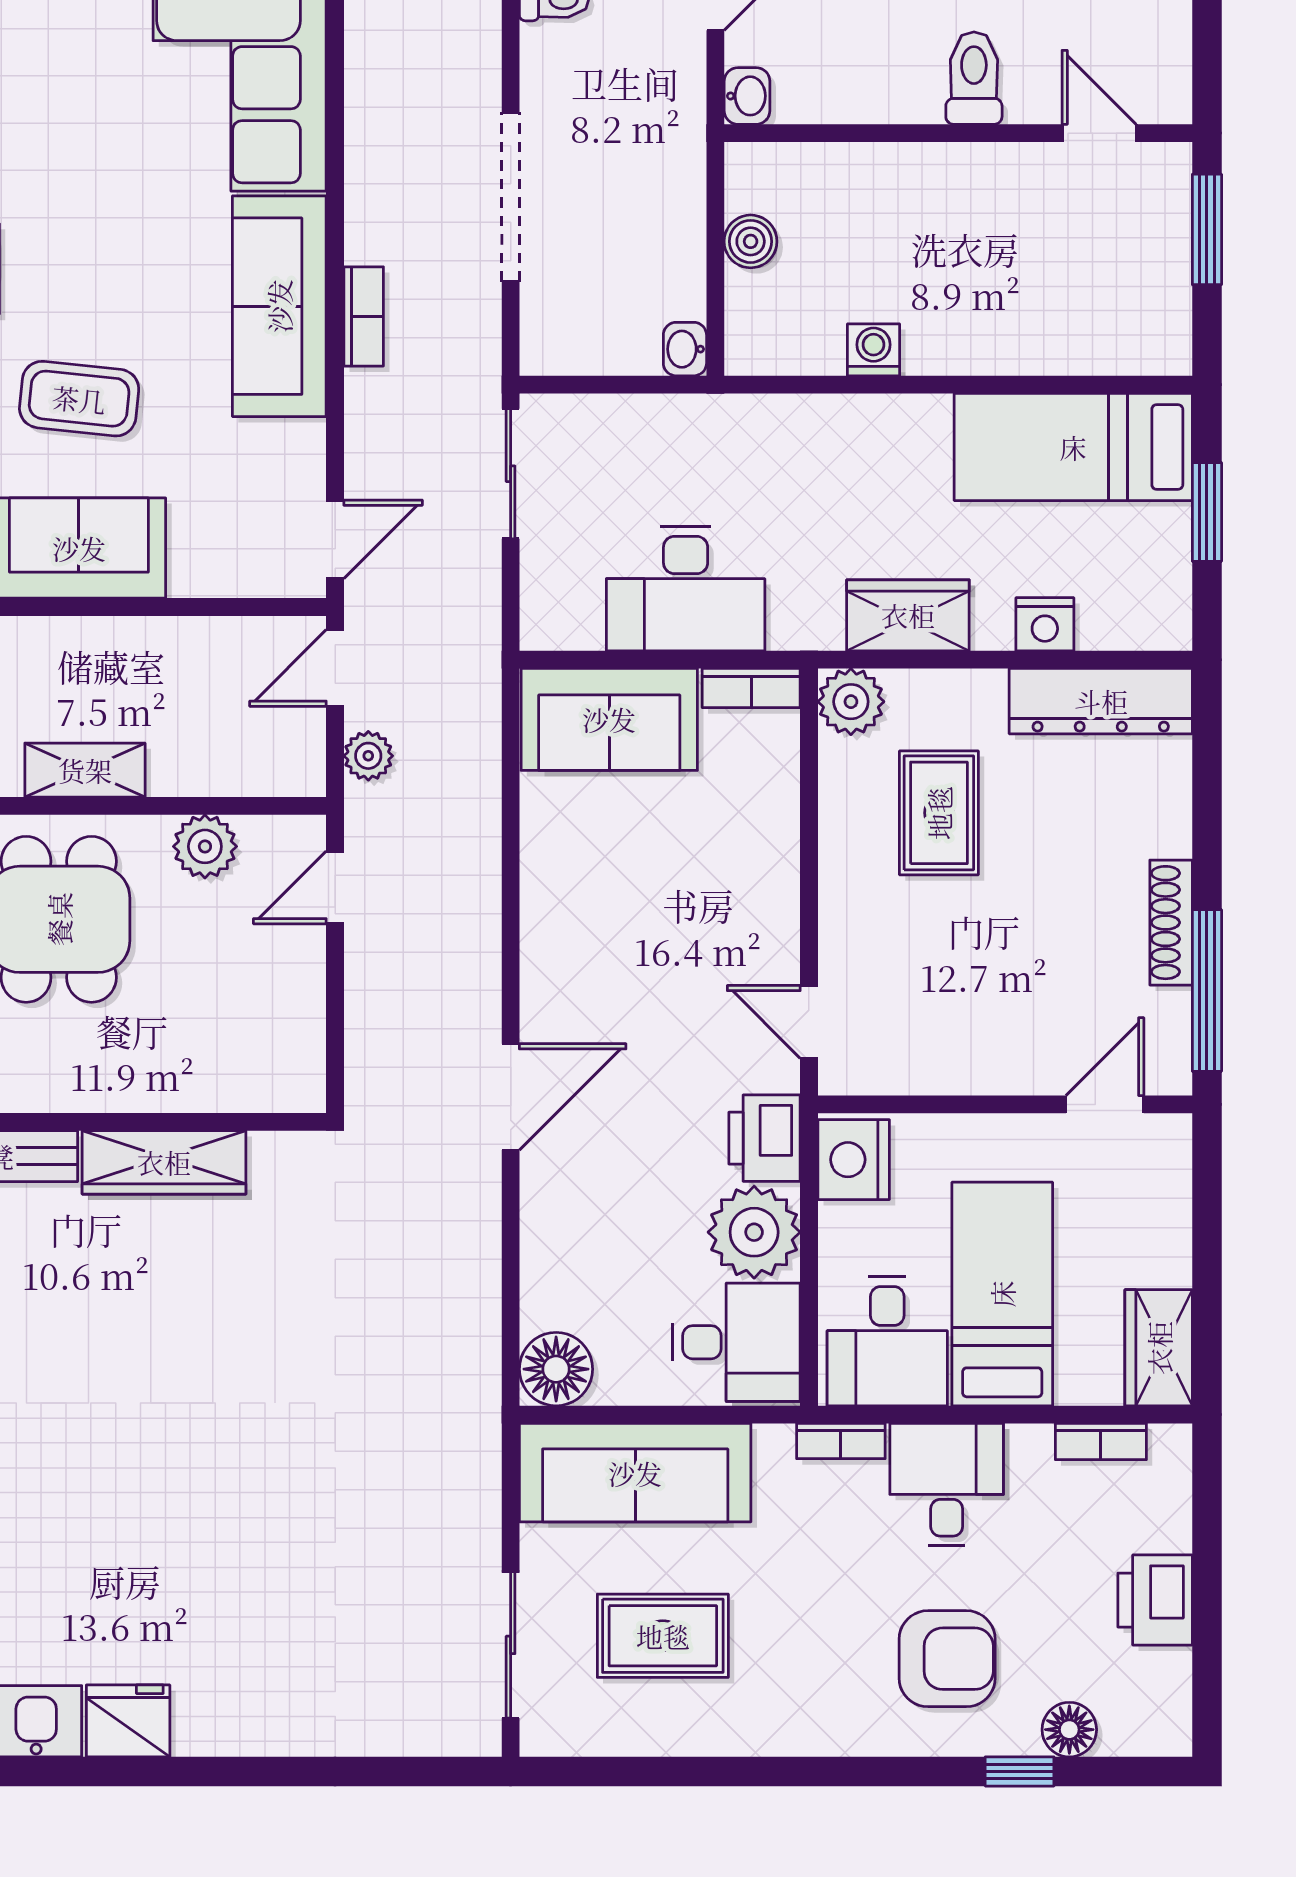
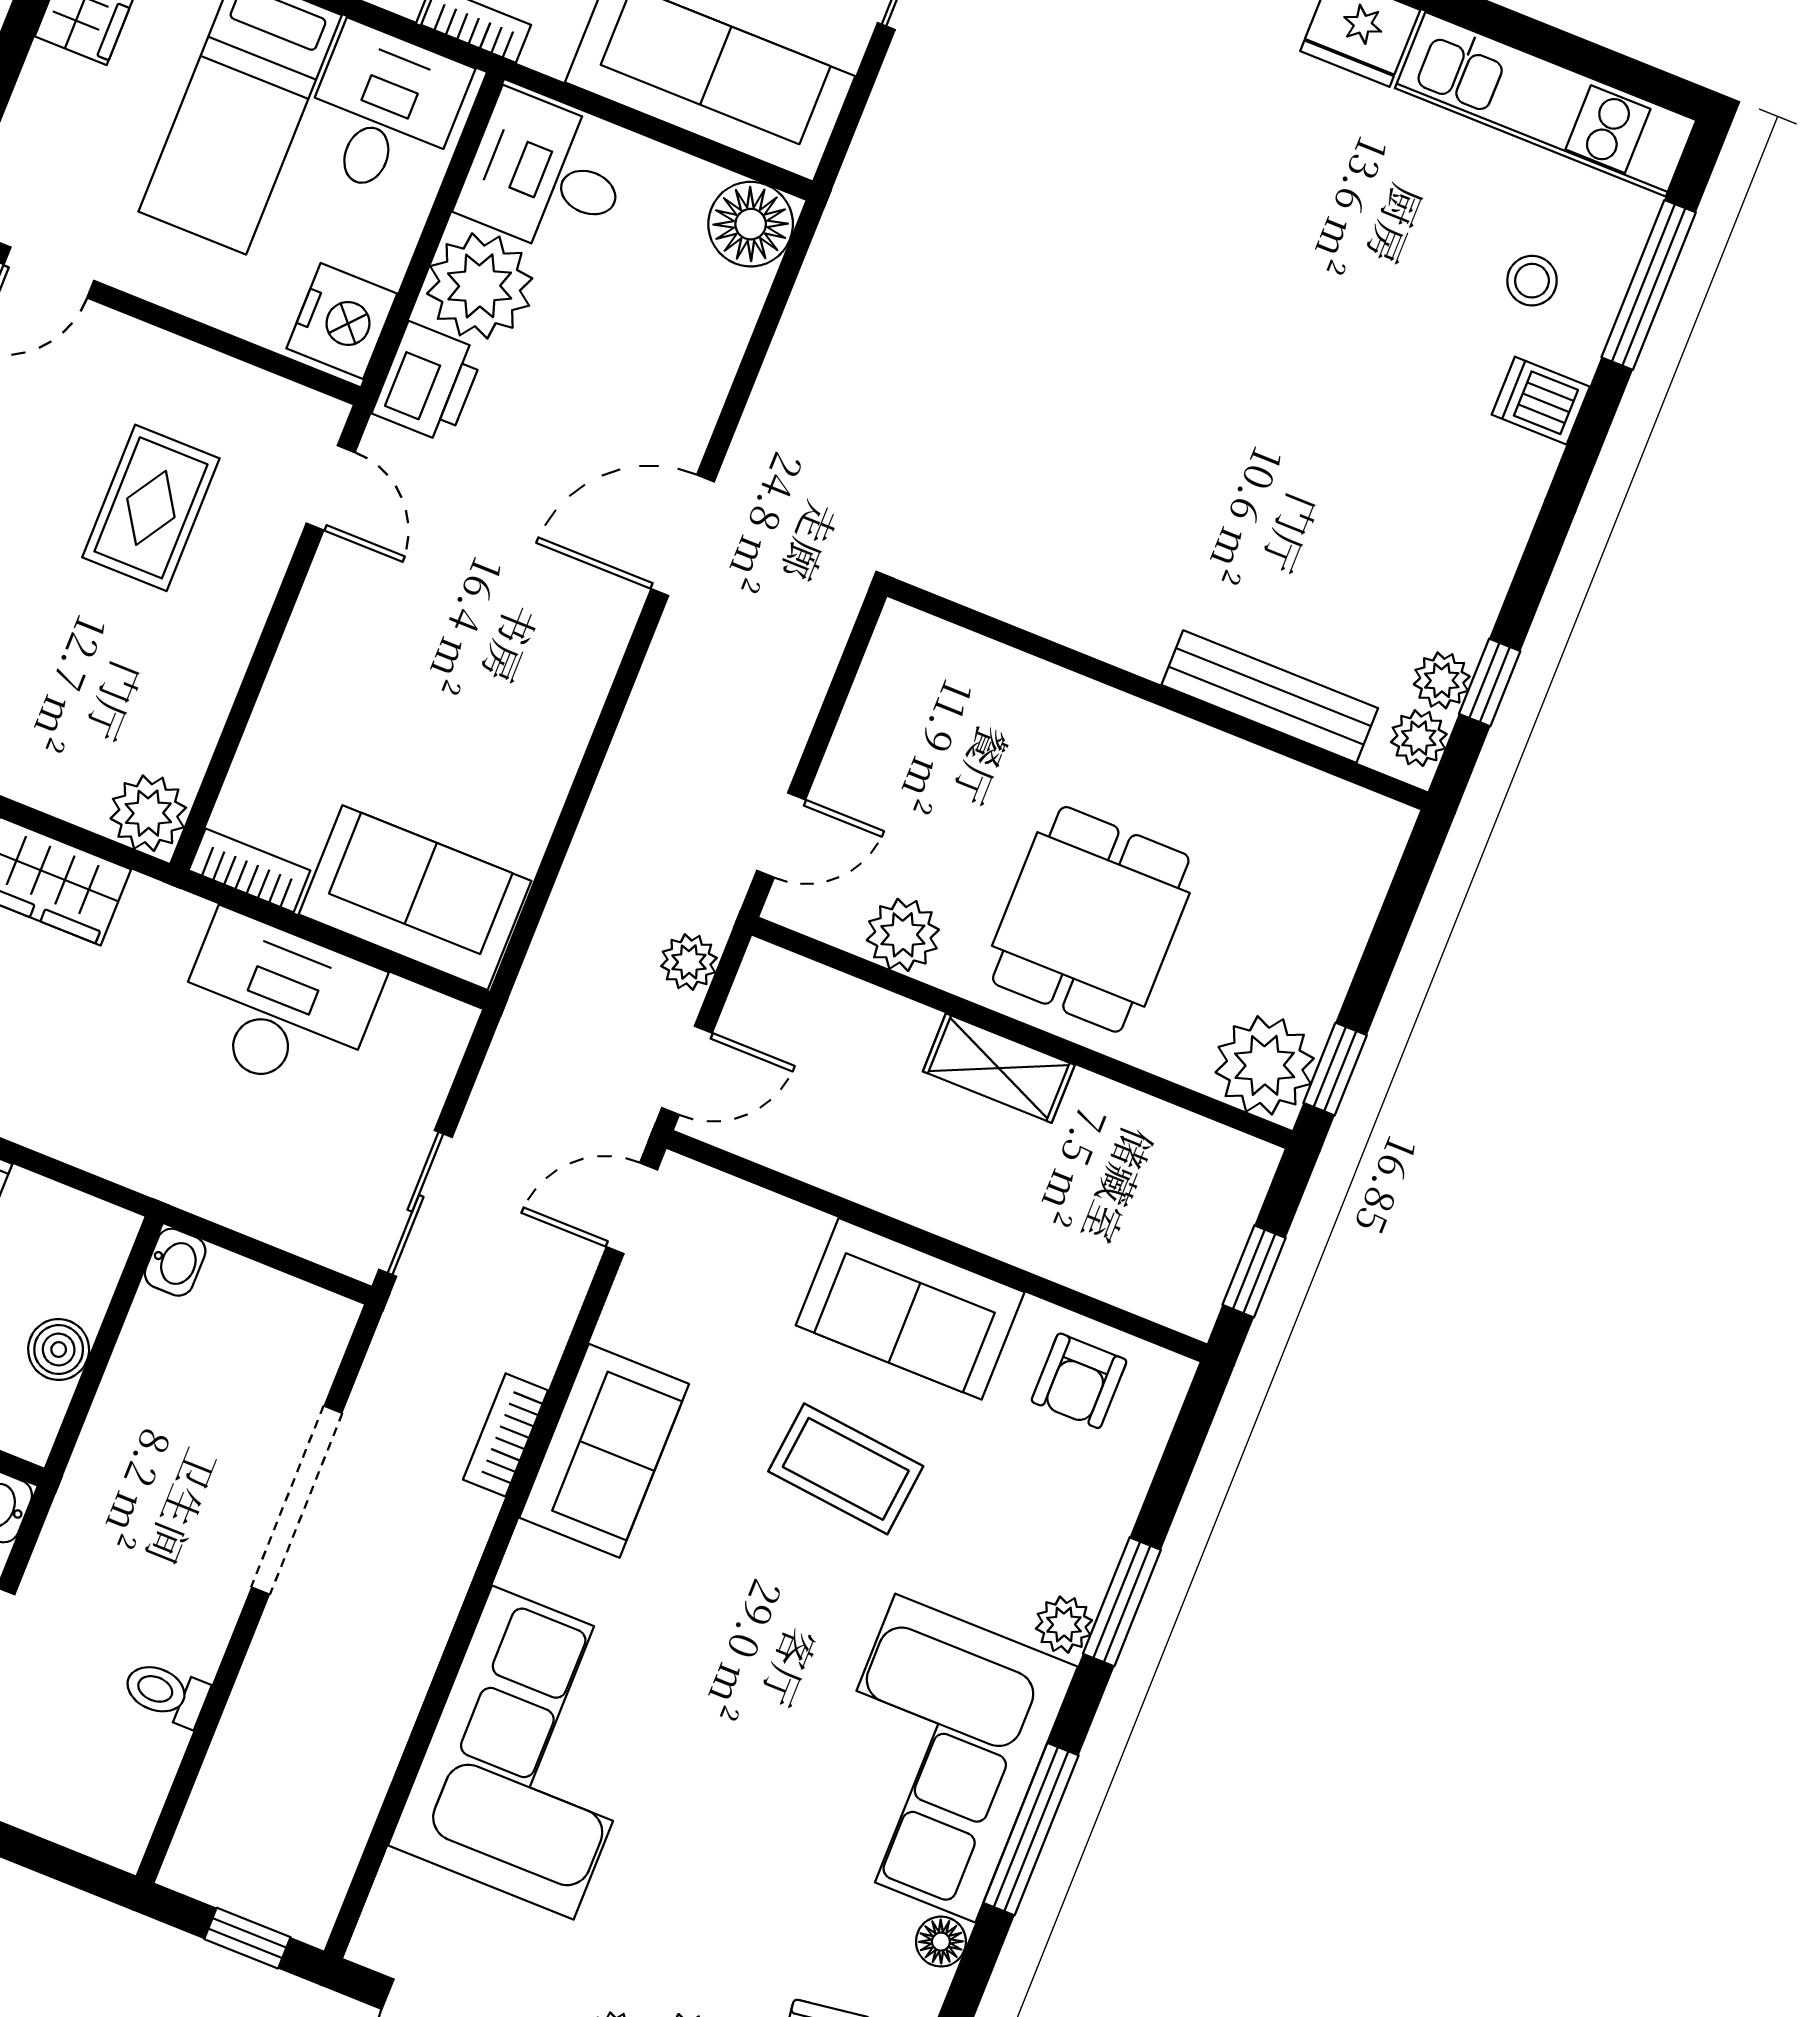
sofa: (279, 306) -> (604, 1451), width x0.73
rug: (939, 813) -> (151, 508), moved
wardrobe: (164, 1162) -> (1082, 614), removed

